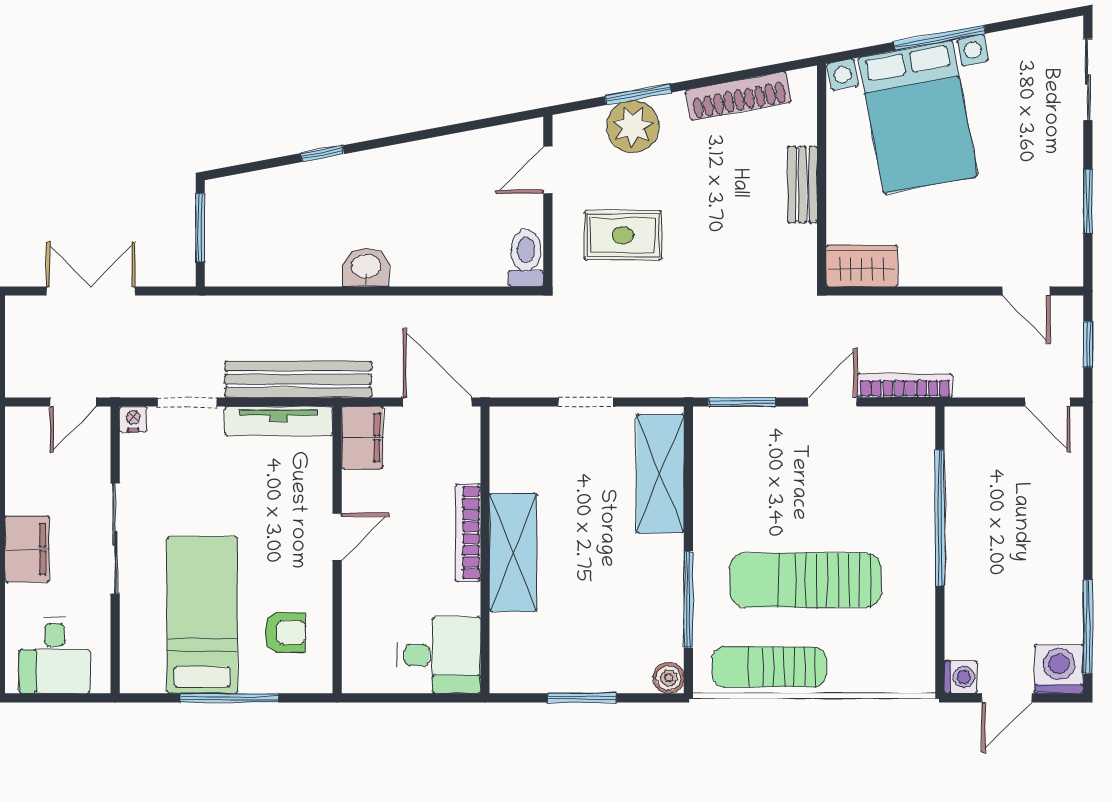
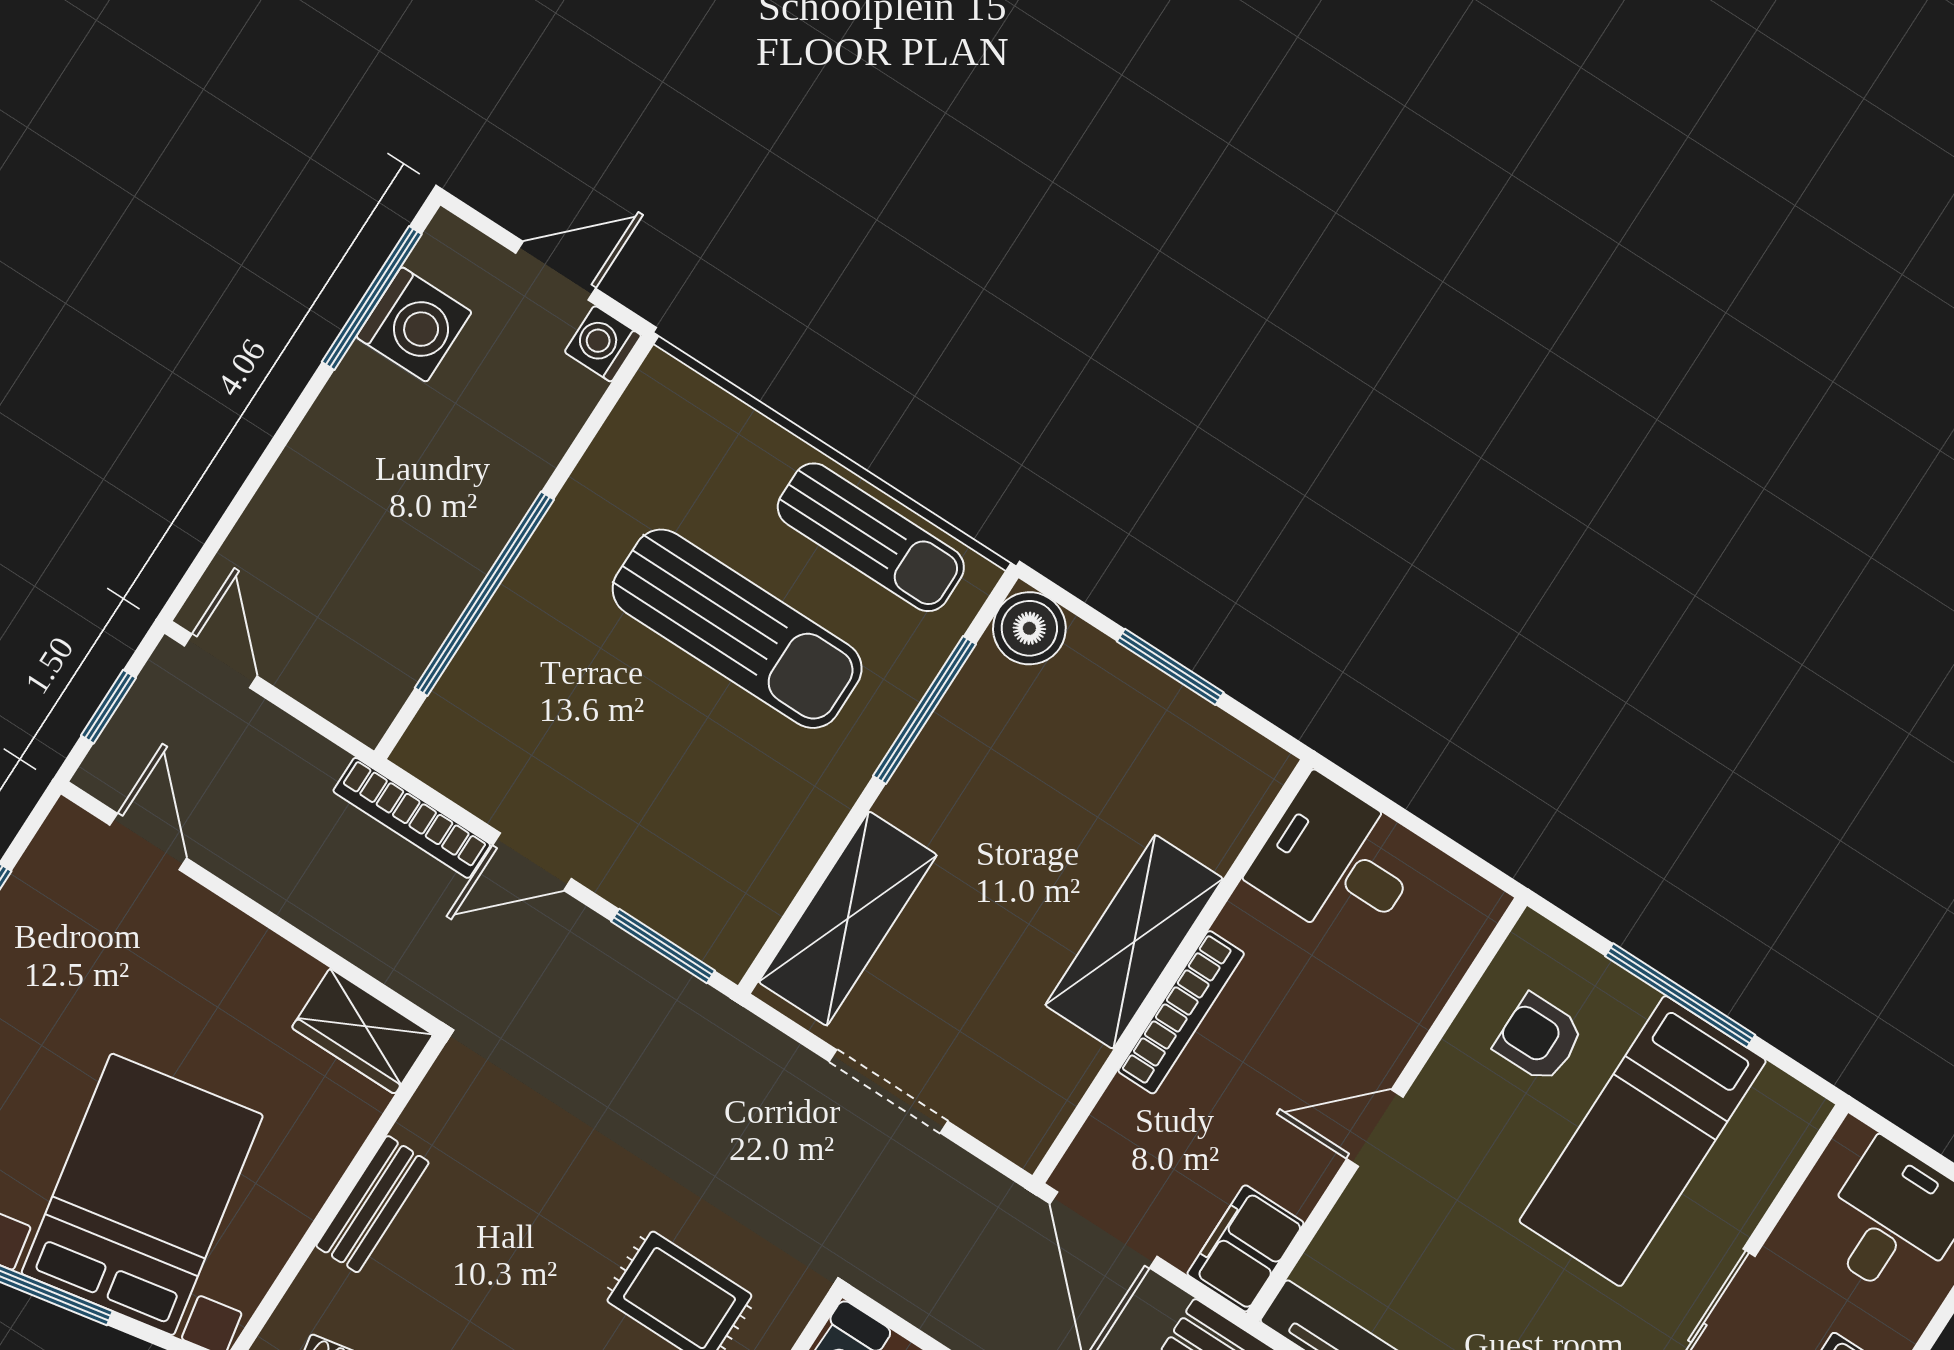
doorway: (586, 402) -> (889, 1091), width x1.38
washing machine: (1059, 669) -> (414, 324), moved, turned -90
boiler: (669, 678) -> (1029, 628), width x1.36, depth x1.36

